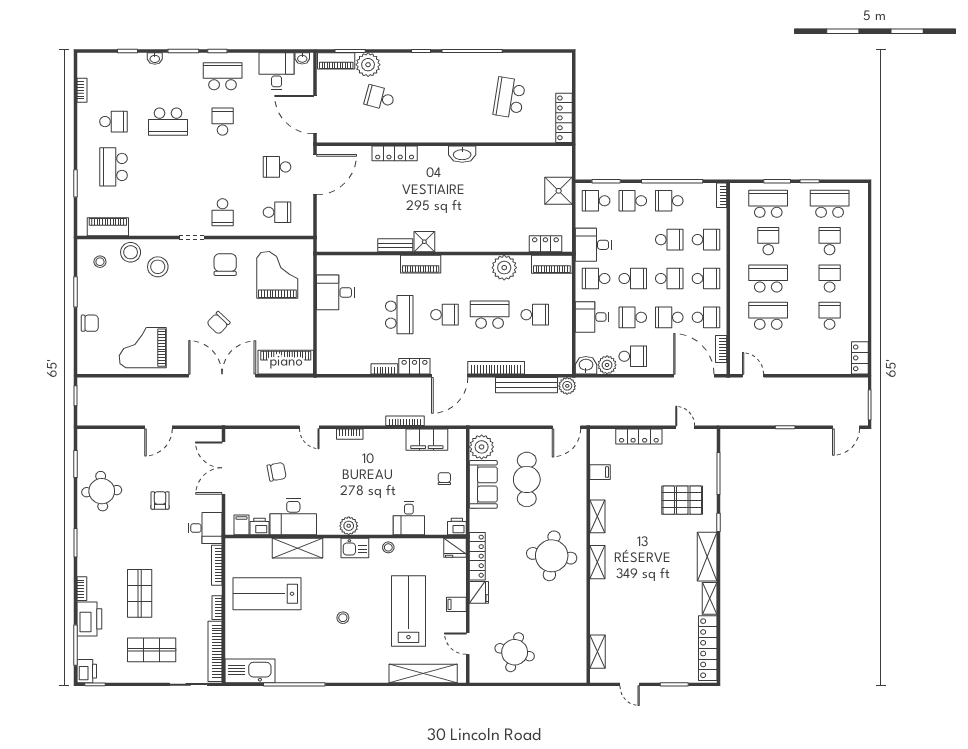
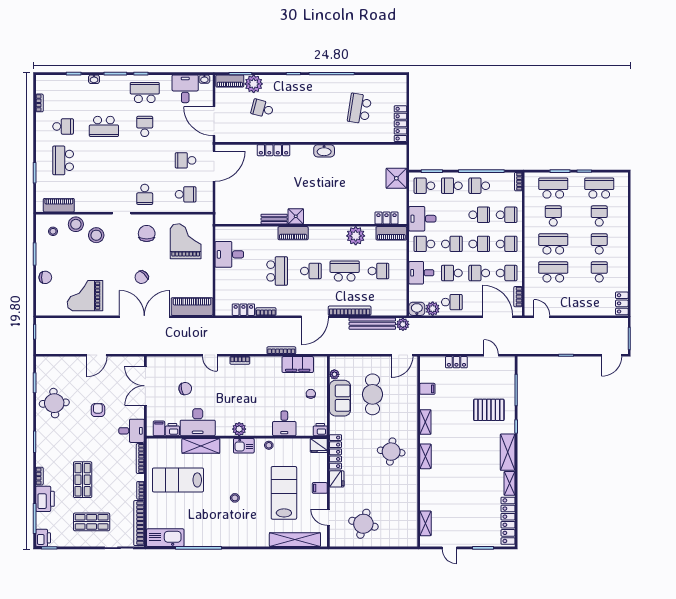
locker: (414, 366) -> (243, 310), moved
locker: (639, 436) -> (456, 362), width x0.66
plant: (482, 447) -> (334, 374), width x0.53, depth x0.53
round table: (552, 556) -> (391, 452), width x0.73, depth x0.73

